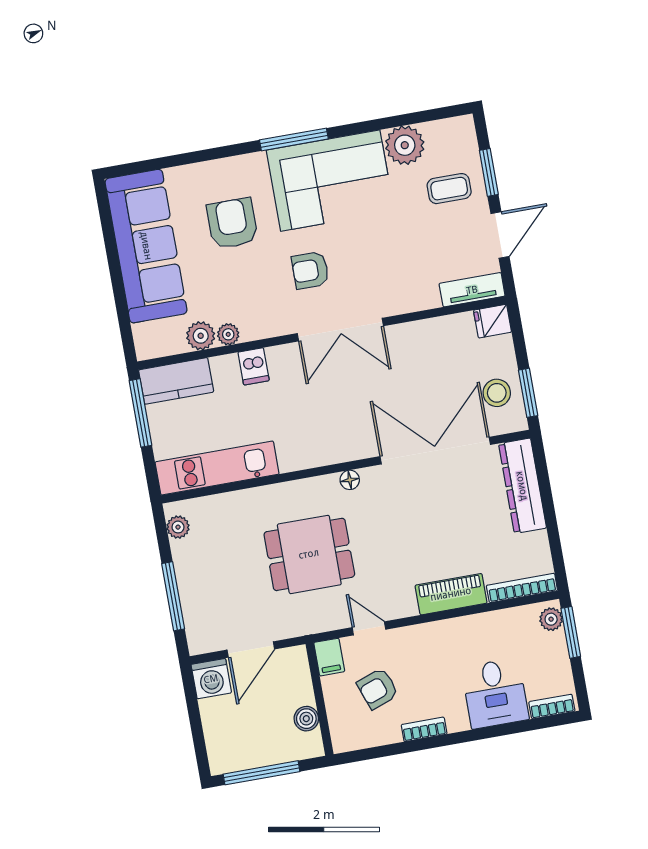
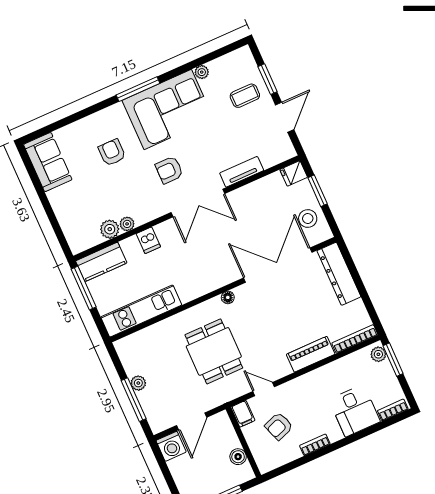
plant: (405, 145) -> (202, 72), width x0.53, depth x0.53
armchair: (232, 223) -> (112, 152), width x0.72, depth x0.72
sofa: (146, 246) -> (48, 162), width x0.54, depth x0.79
tv unit: (472, 290) -> (242, 172), moved
window: (528, 393) -> (318, 191), moved
plant: (178, 527) -> (138, 383), moved
dining table: (309, 554) -> (214, 351), turned 90

